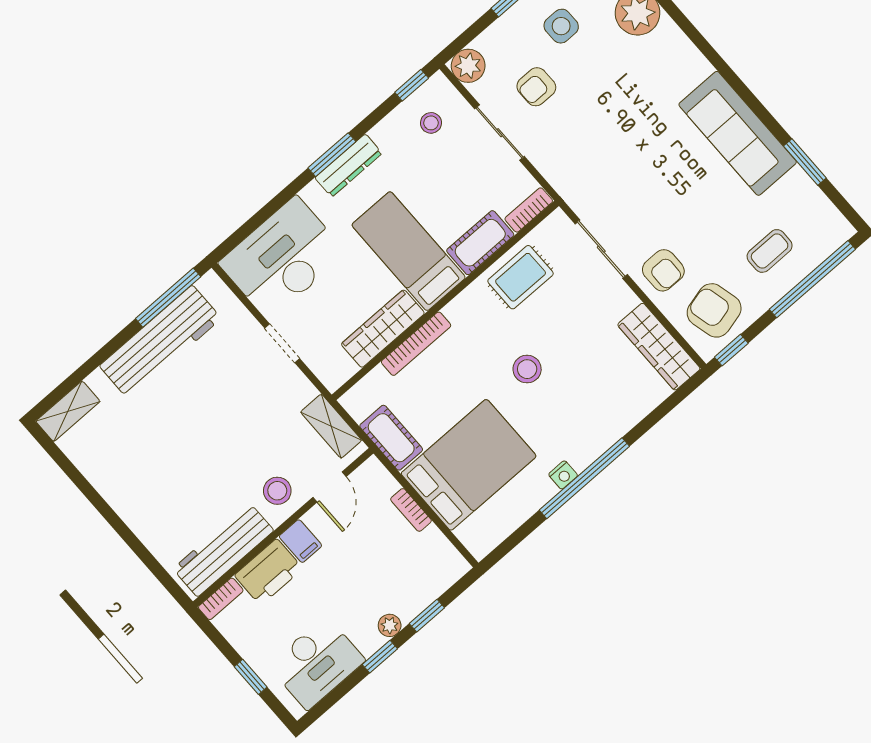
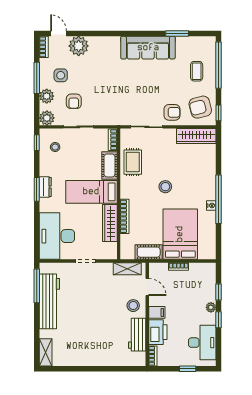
plant: (505, 33) -> (47, 96), added
dresser: (348, 166) -> (45, 187), width x0.70
workbench: (223, 550) -> (137, 335), width x0.73

